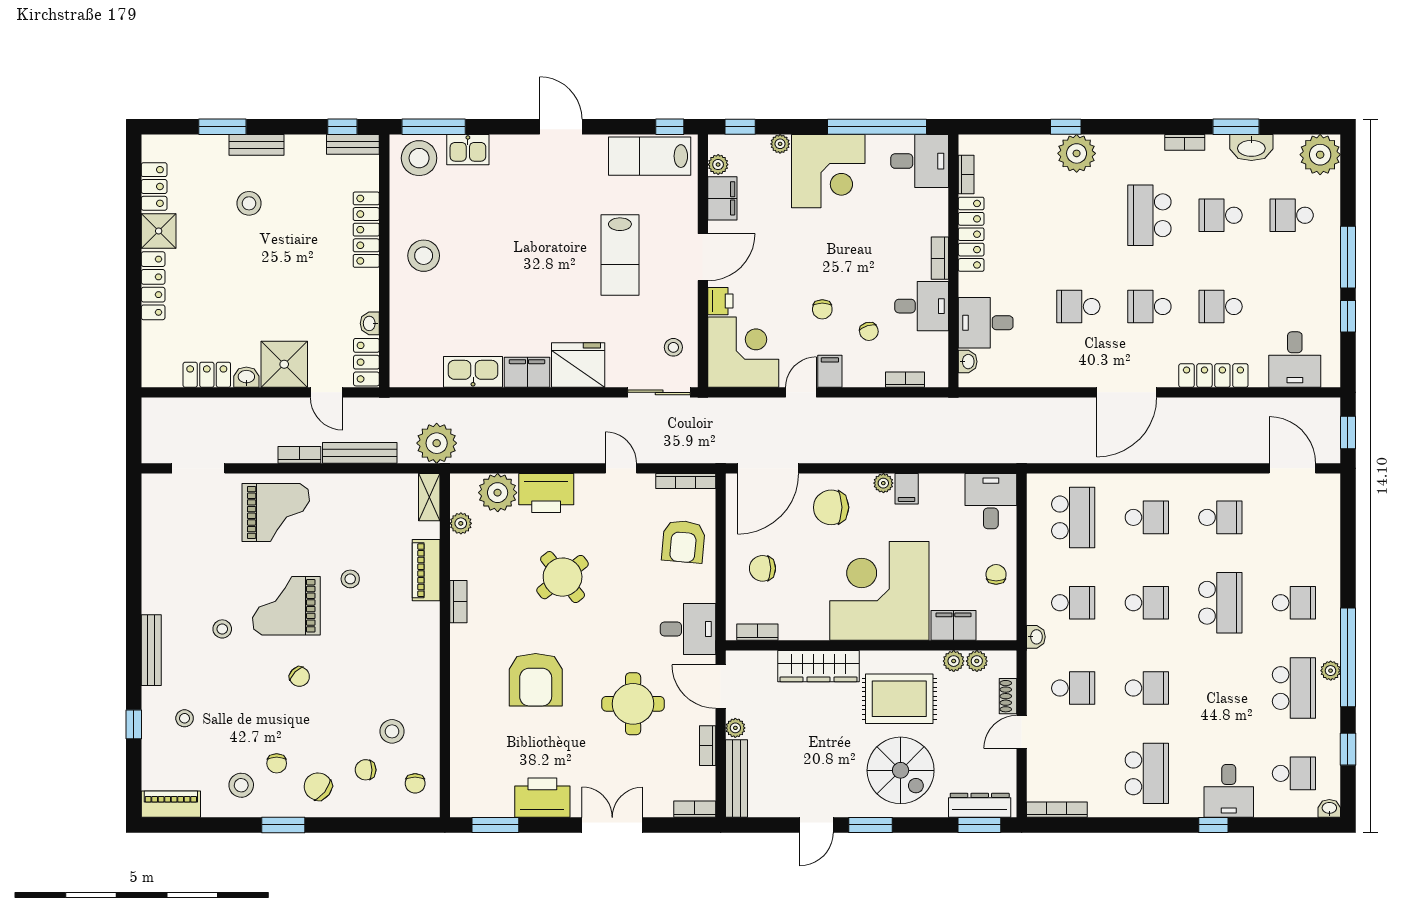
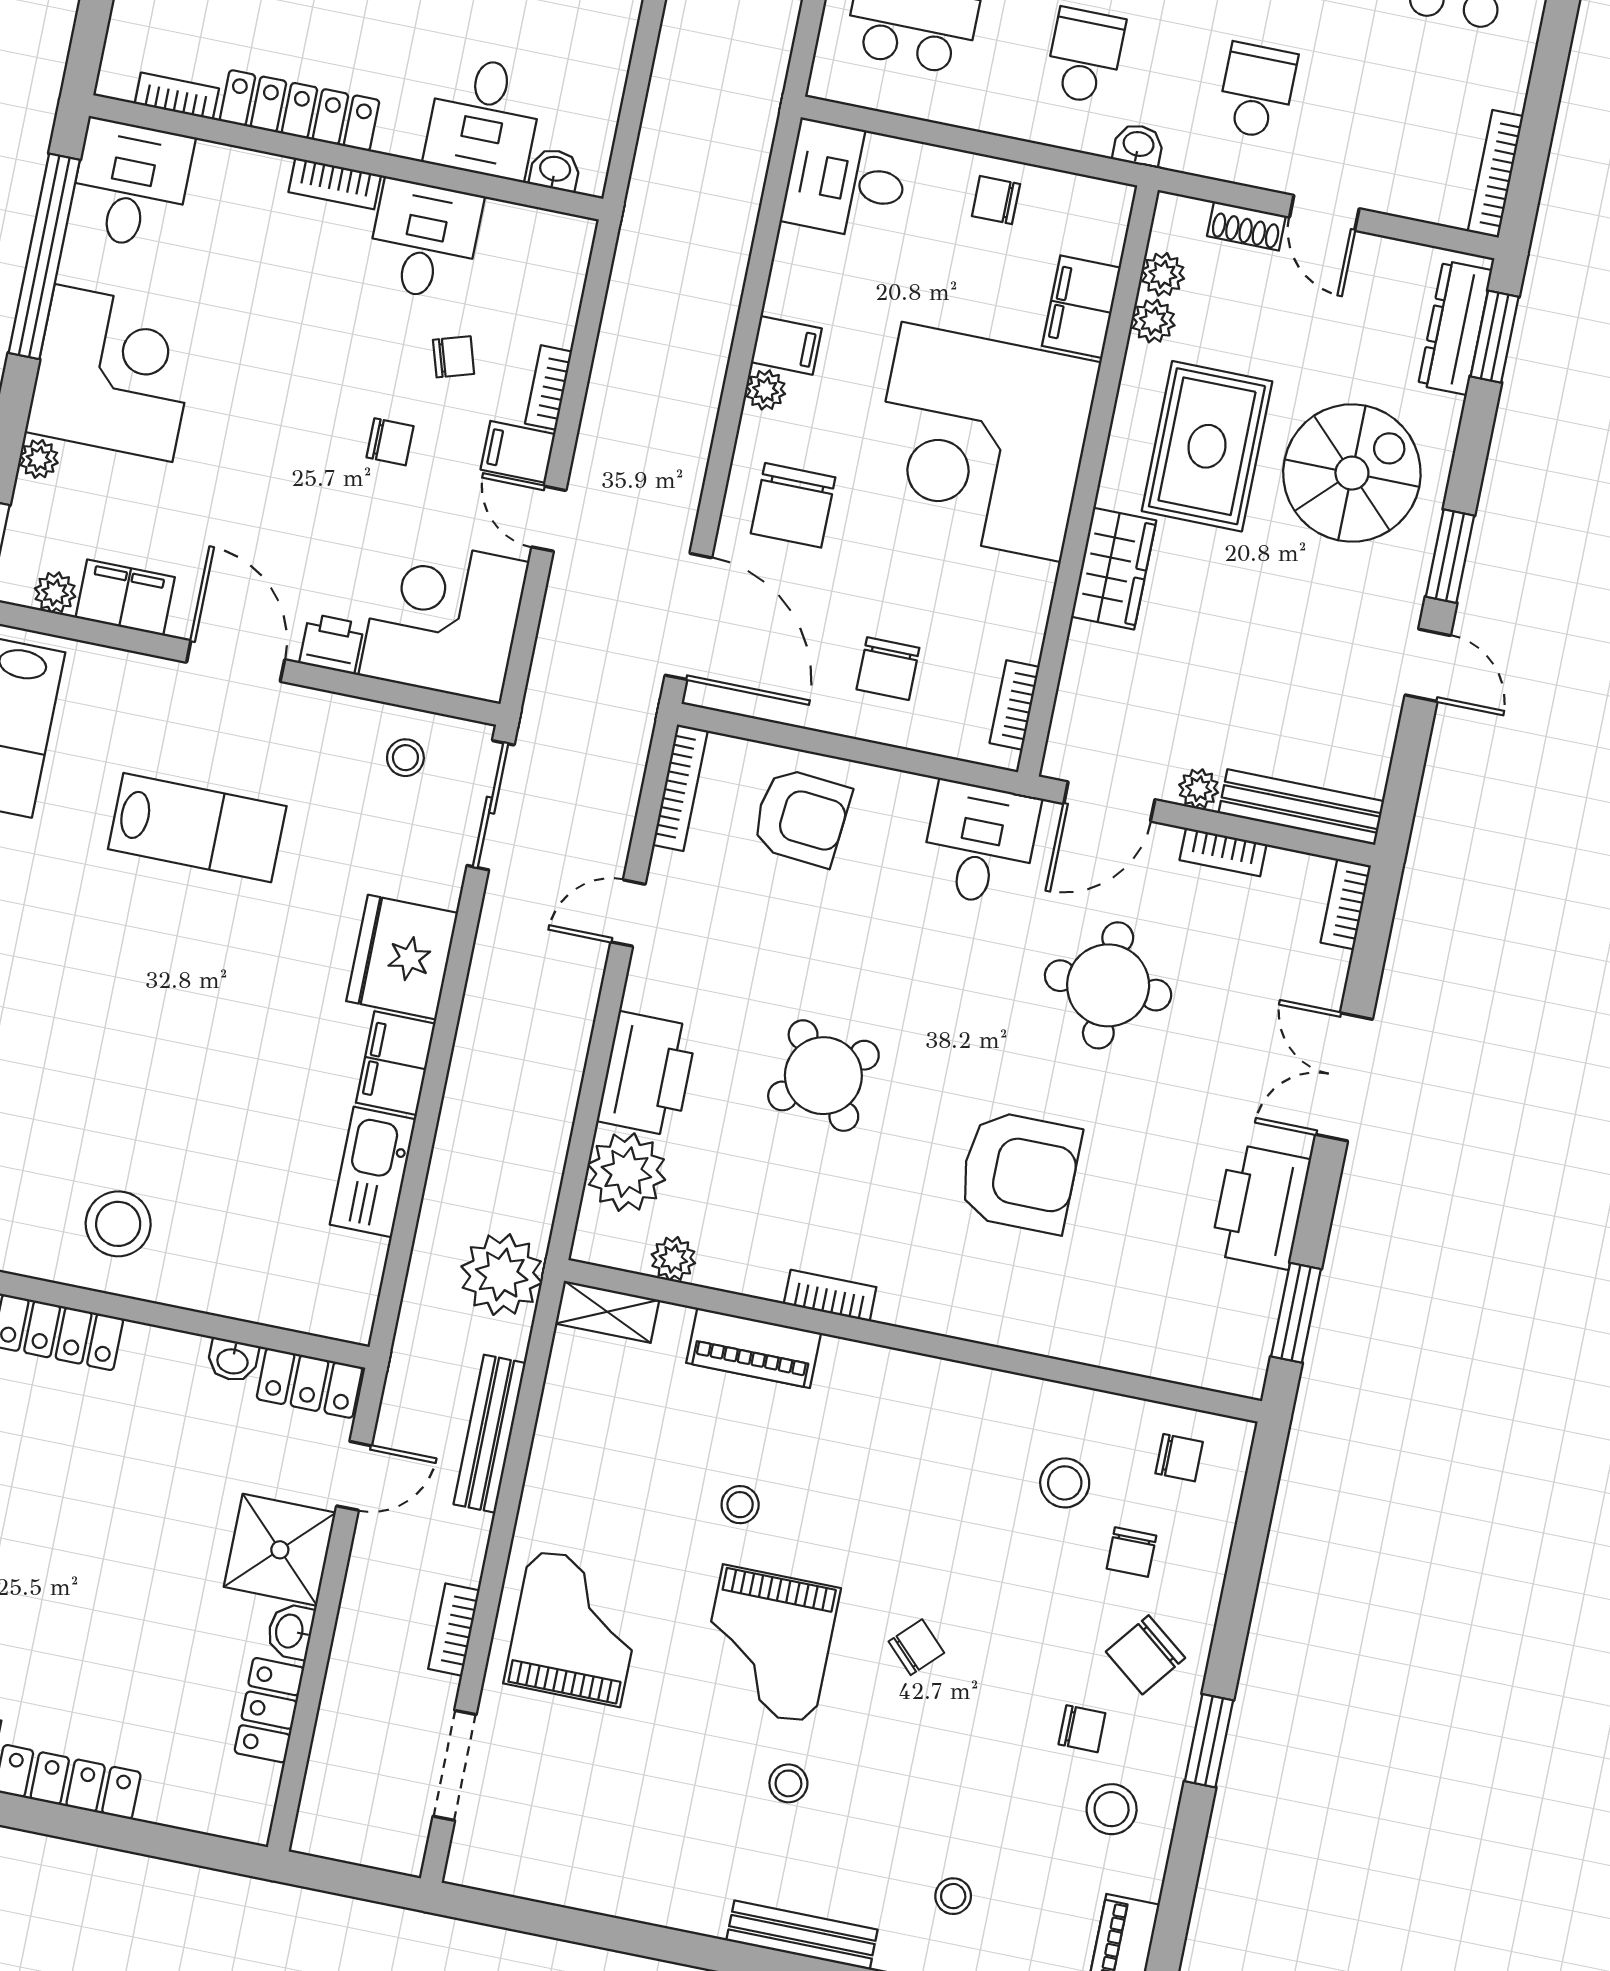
bookcase: (905, 380) -> (549, 388), moved
bookcase: (299, 455) -> (454, 1630), moved
wardrobe: (818, 666) -> (1114, 569), width x0.67

